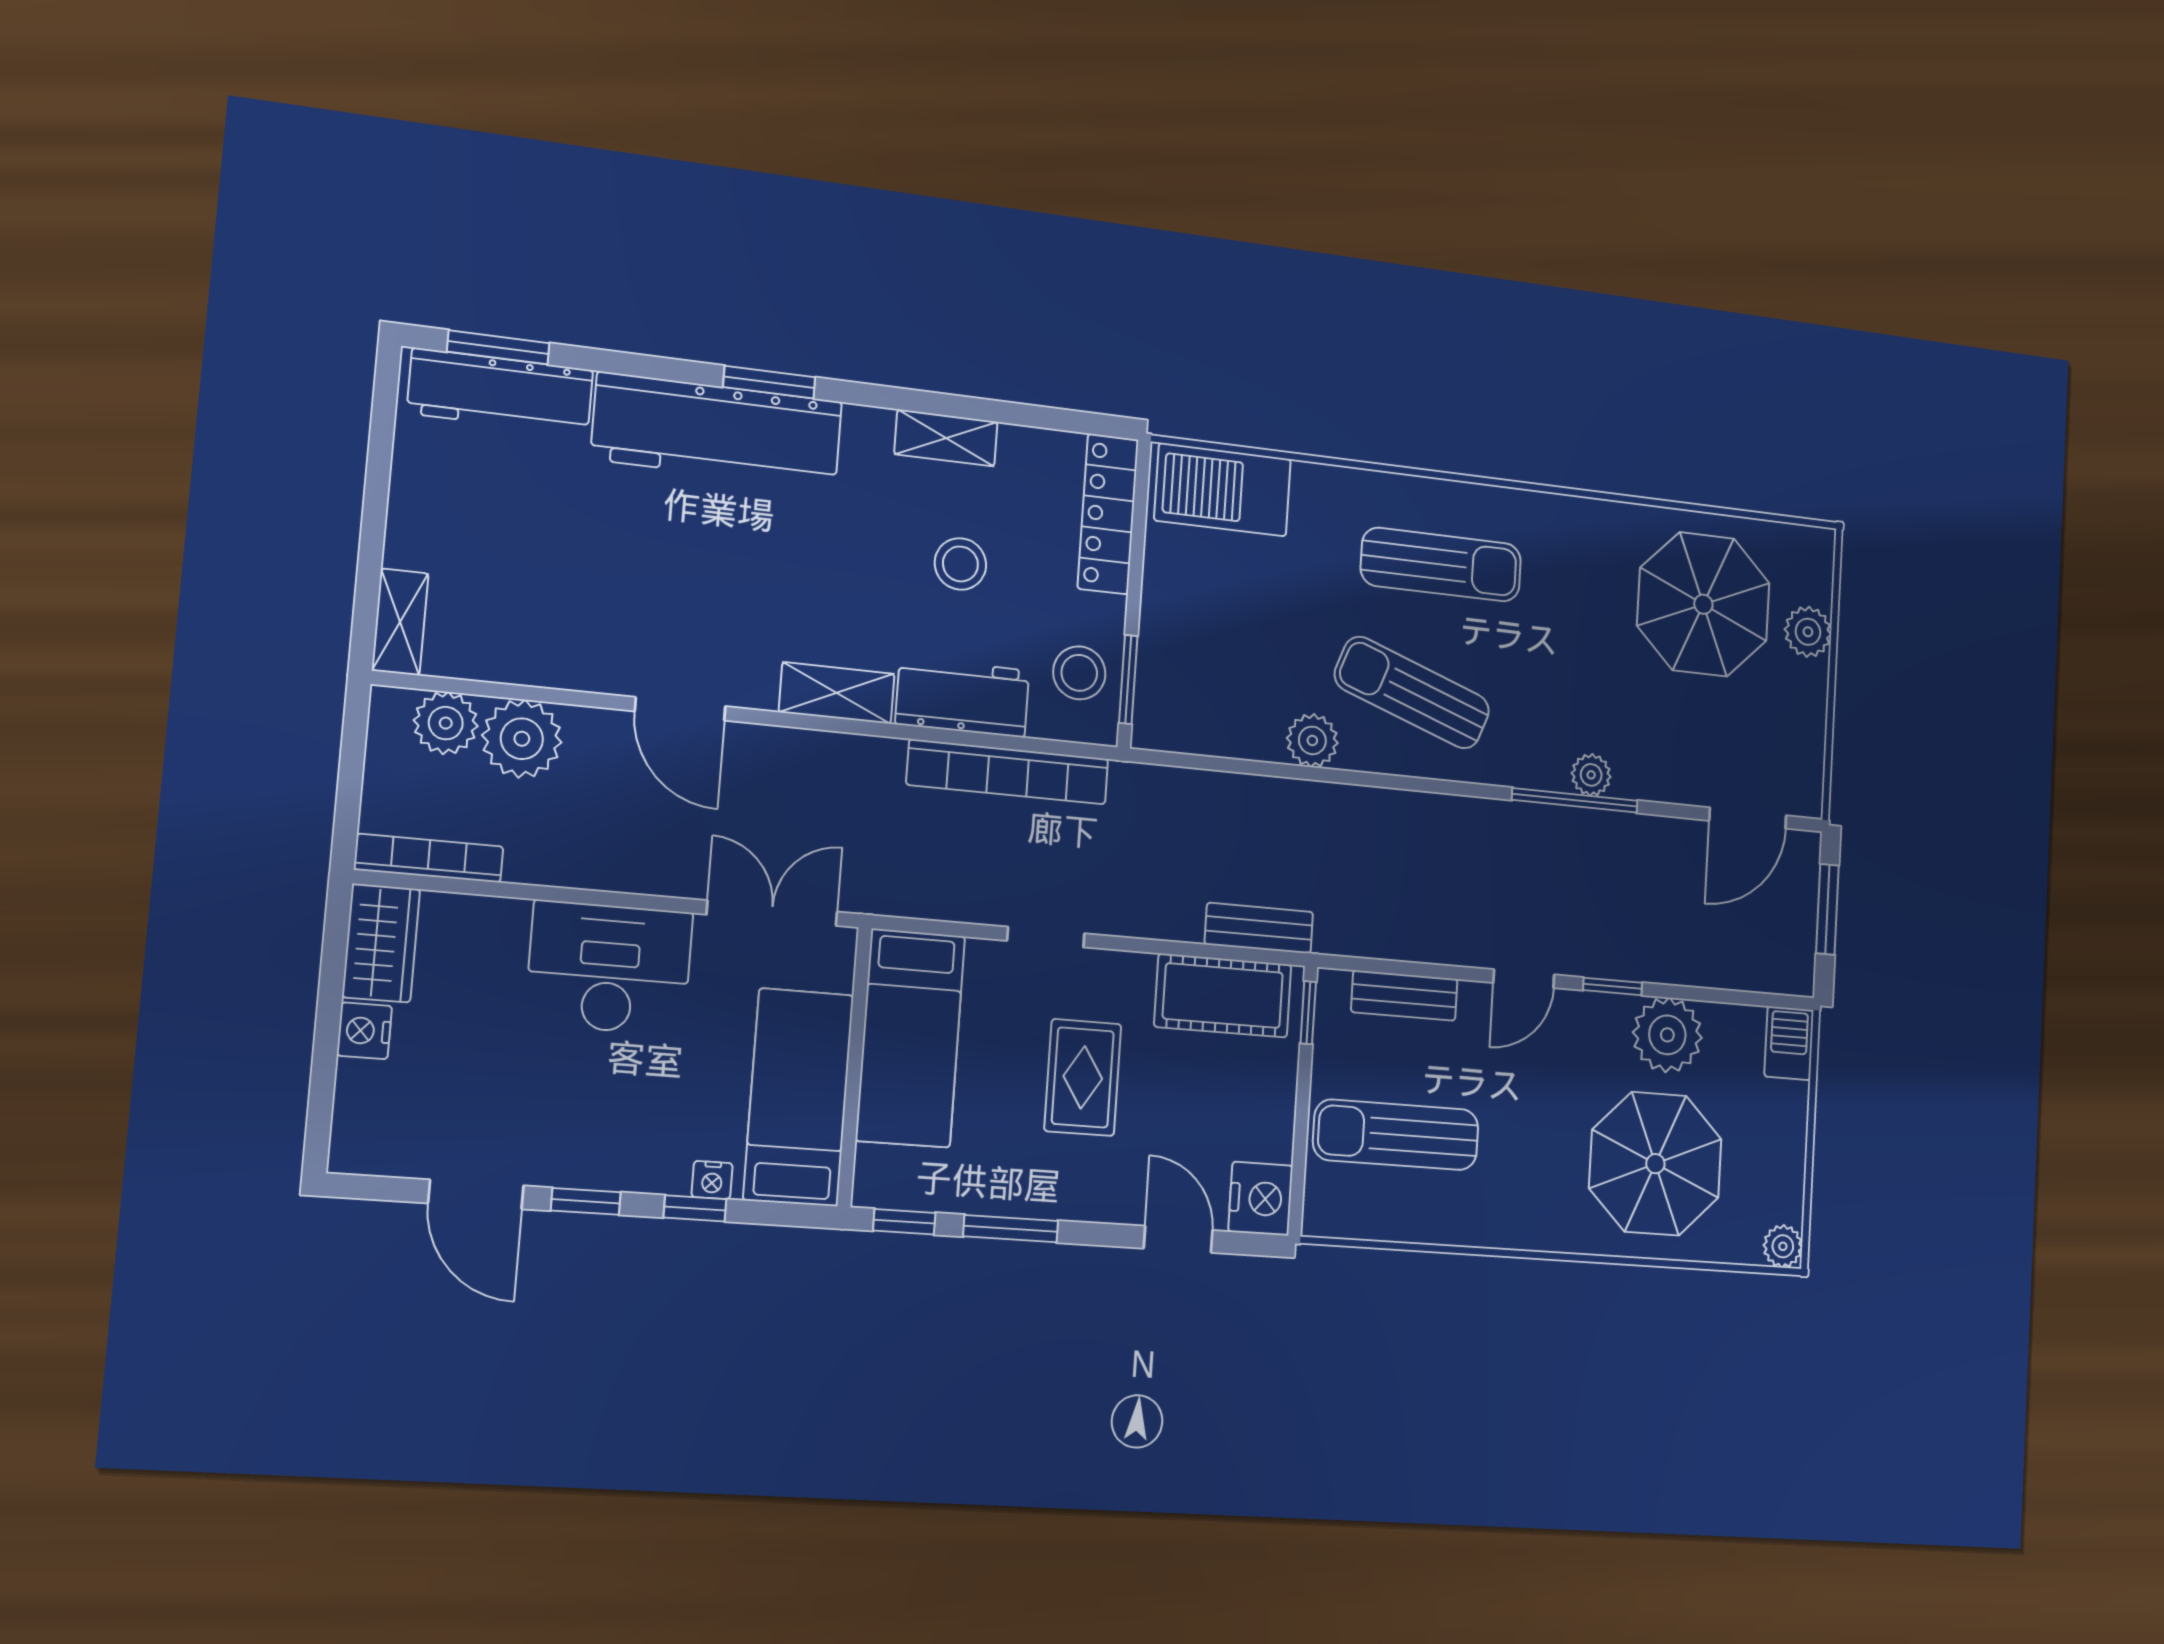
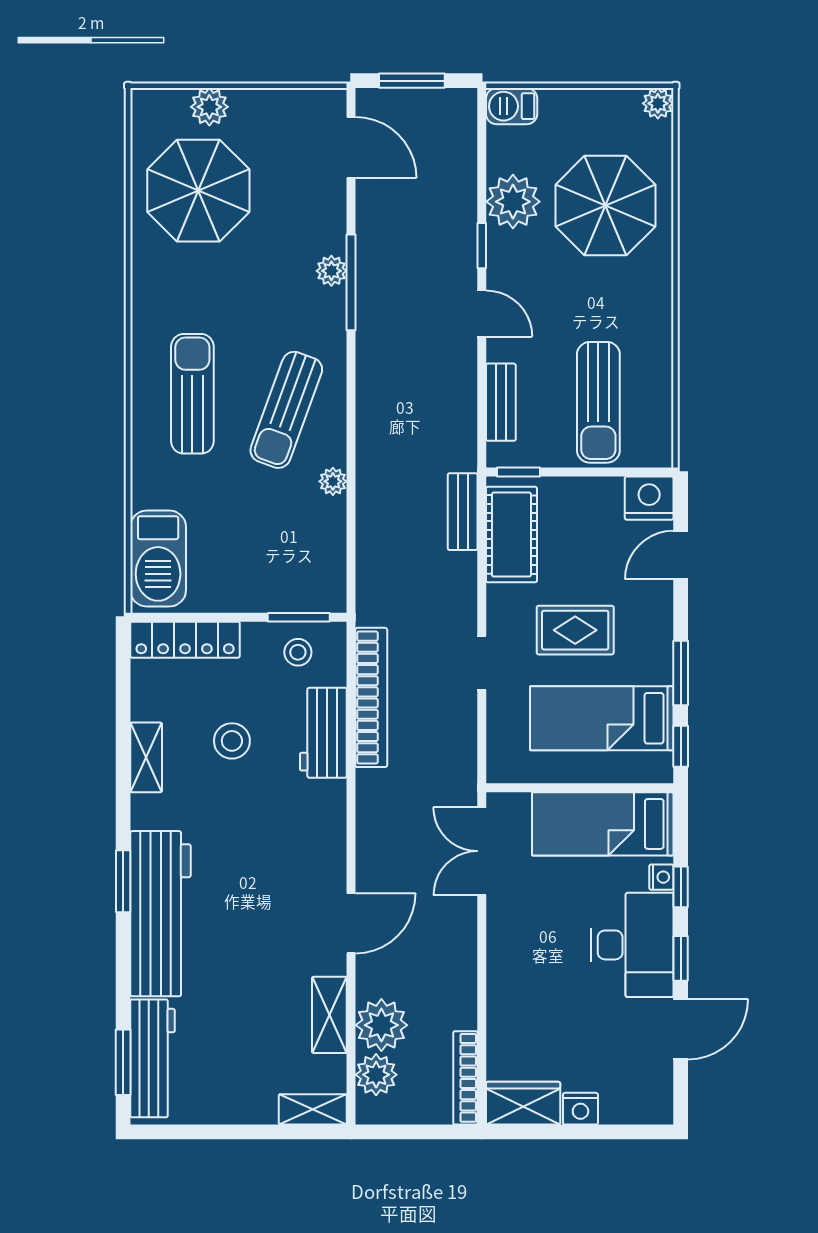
stool: (1079, 673) -> (298, 652), width x0.73, depth x0.73
shelving: (837, 693) -> (329, 1015), moved
plant: (1312, 740) -> (333, 481), width x0.73, depth x0.73
desk: (609, 968) -> (632, 945), moved, turned 180
bed: (910, 1038) -> (602, 718), moved, turned 180

